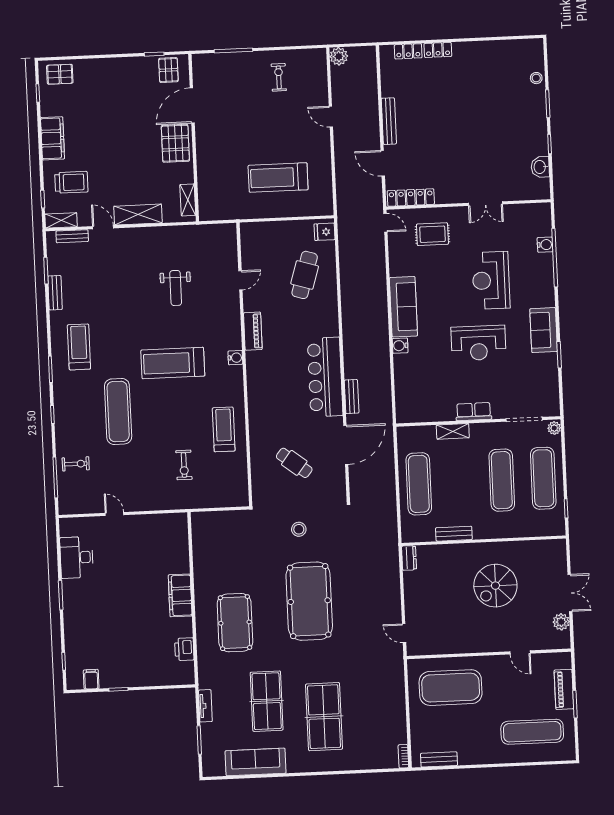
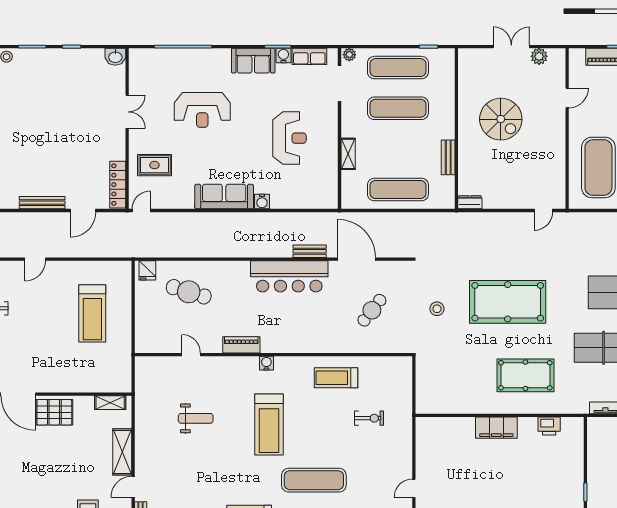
washbasin: (540, 167) -> (115, 57), moved
rug: (432, 234) -> (155, 165), turned 90
water cooler: (545, 245) -> (283, 55), moved
reception desk: (478, 343) -> (289, 138), moved
row of seats: (474, 412) -> (309, 56), moved, turned -90

